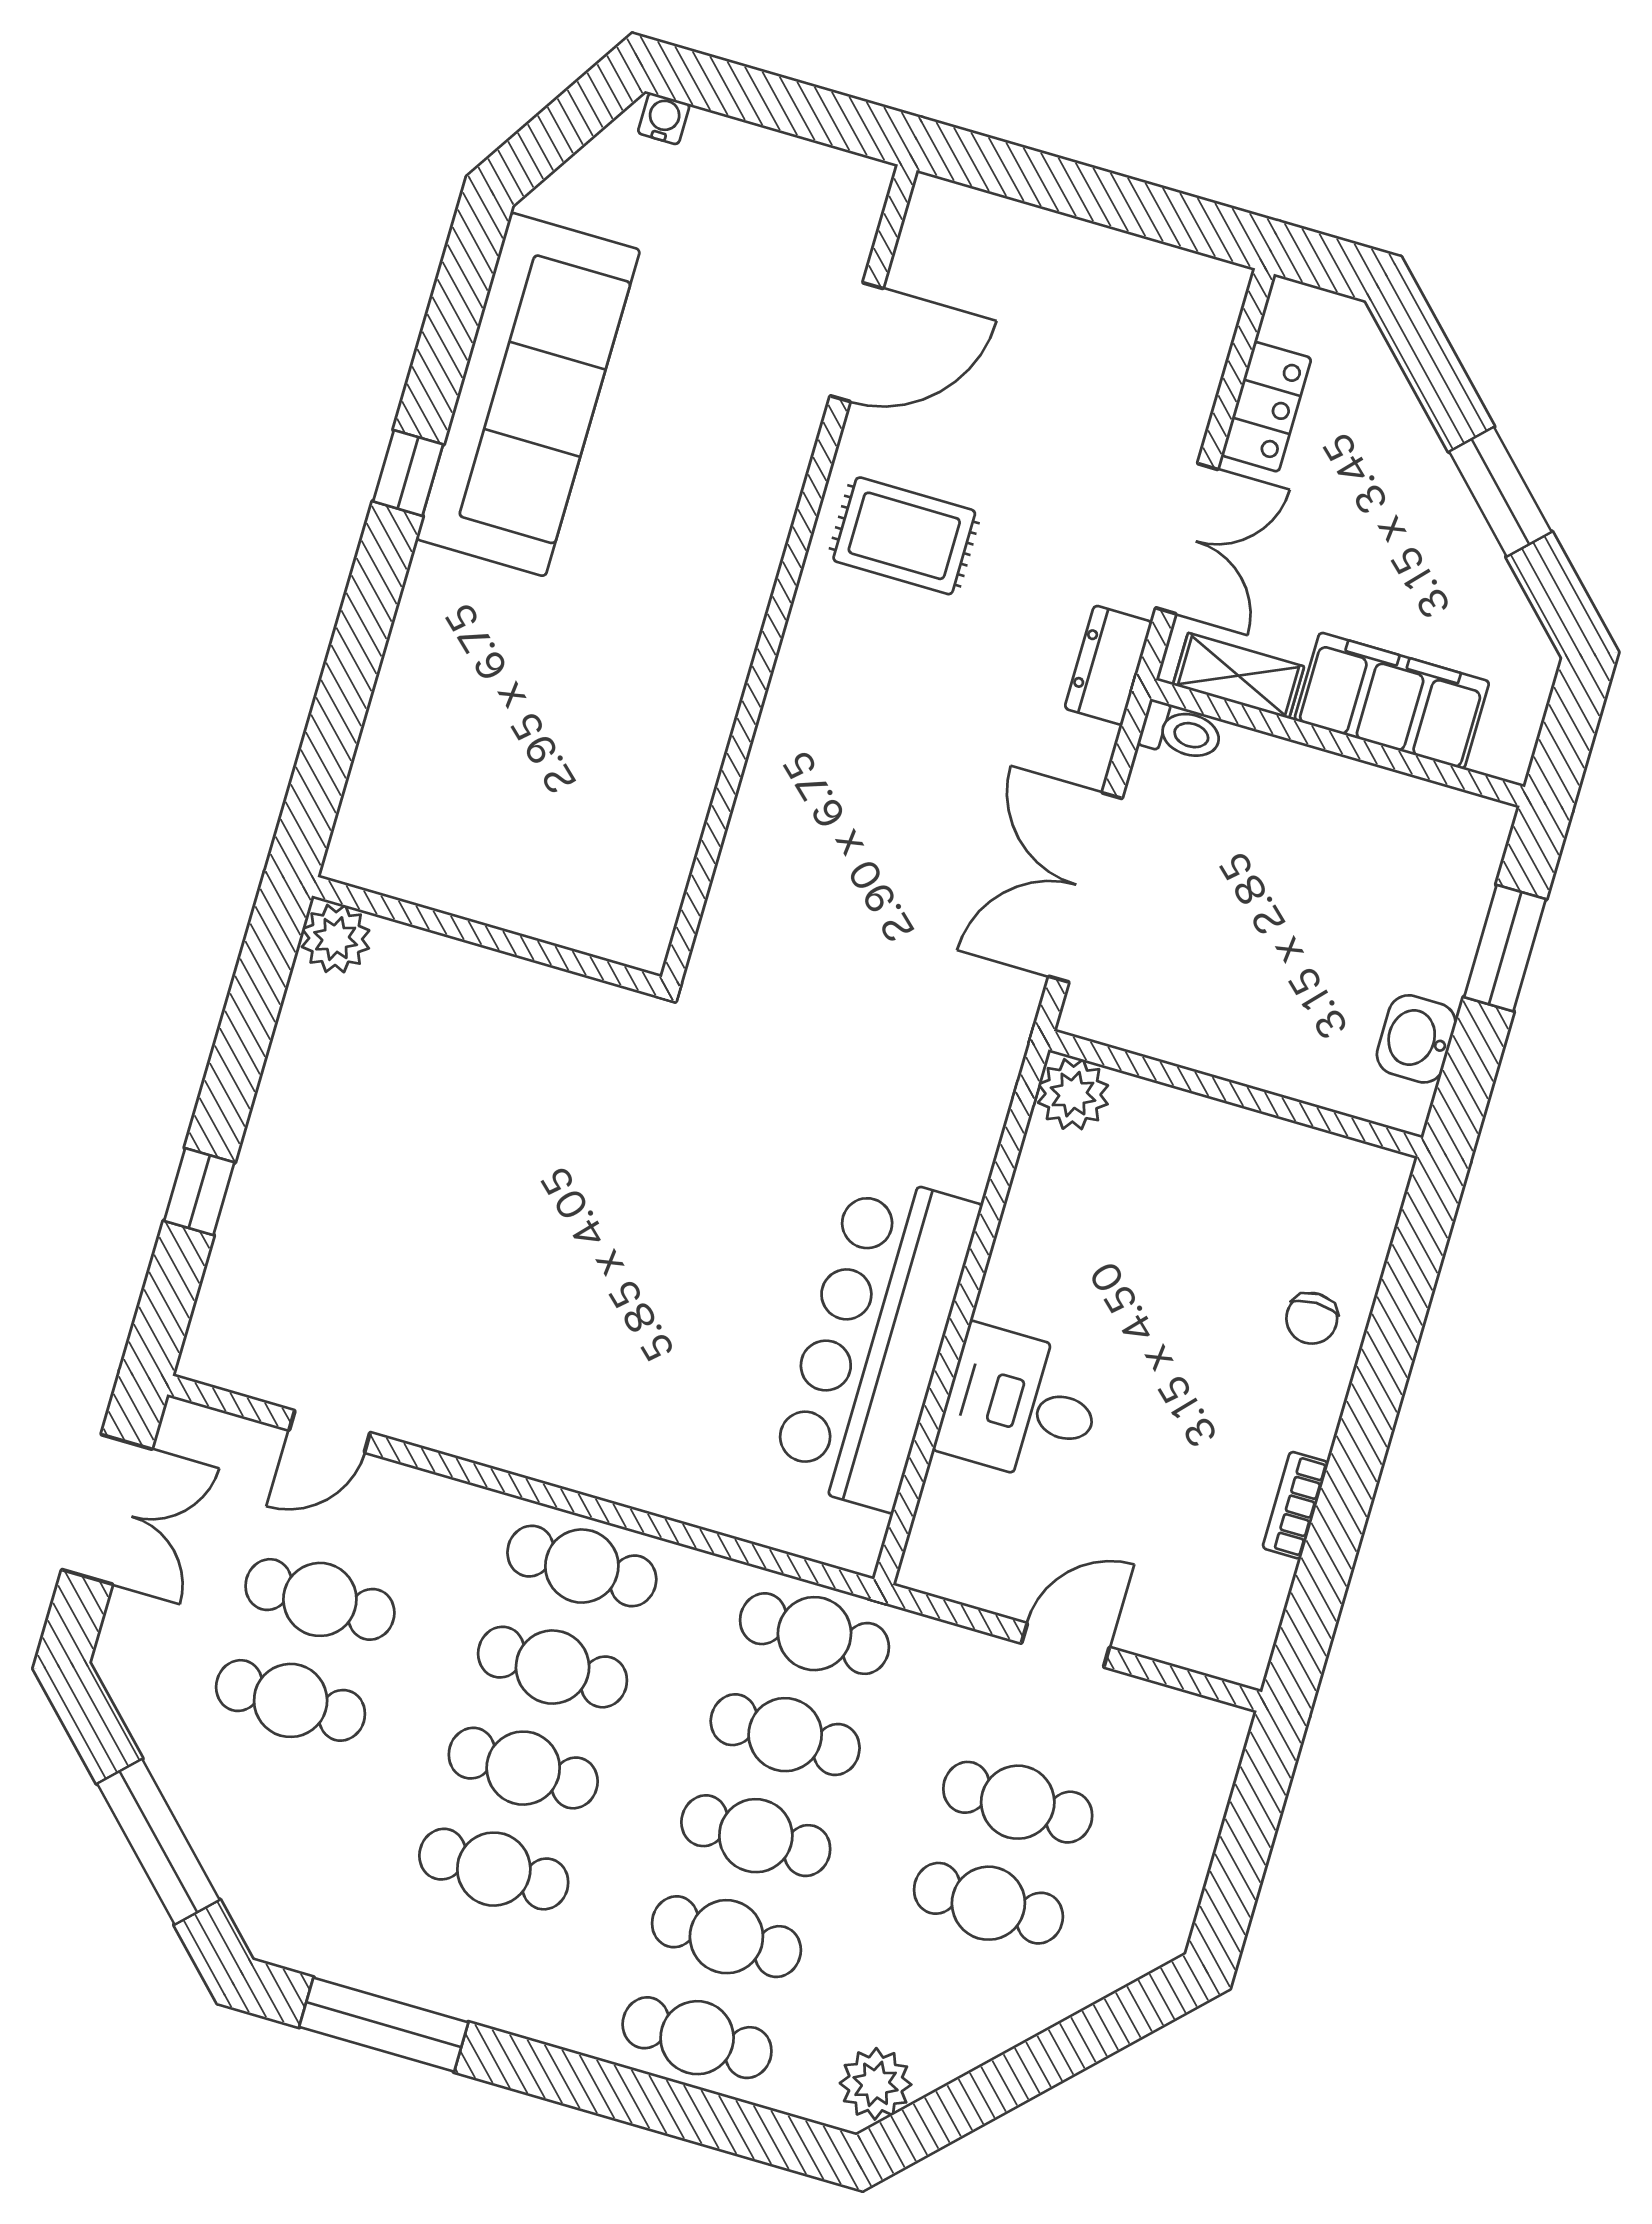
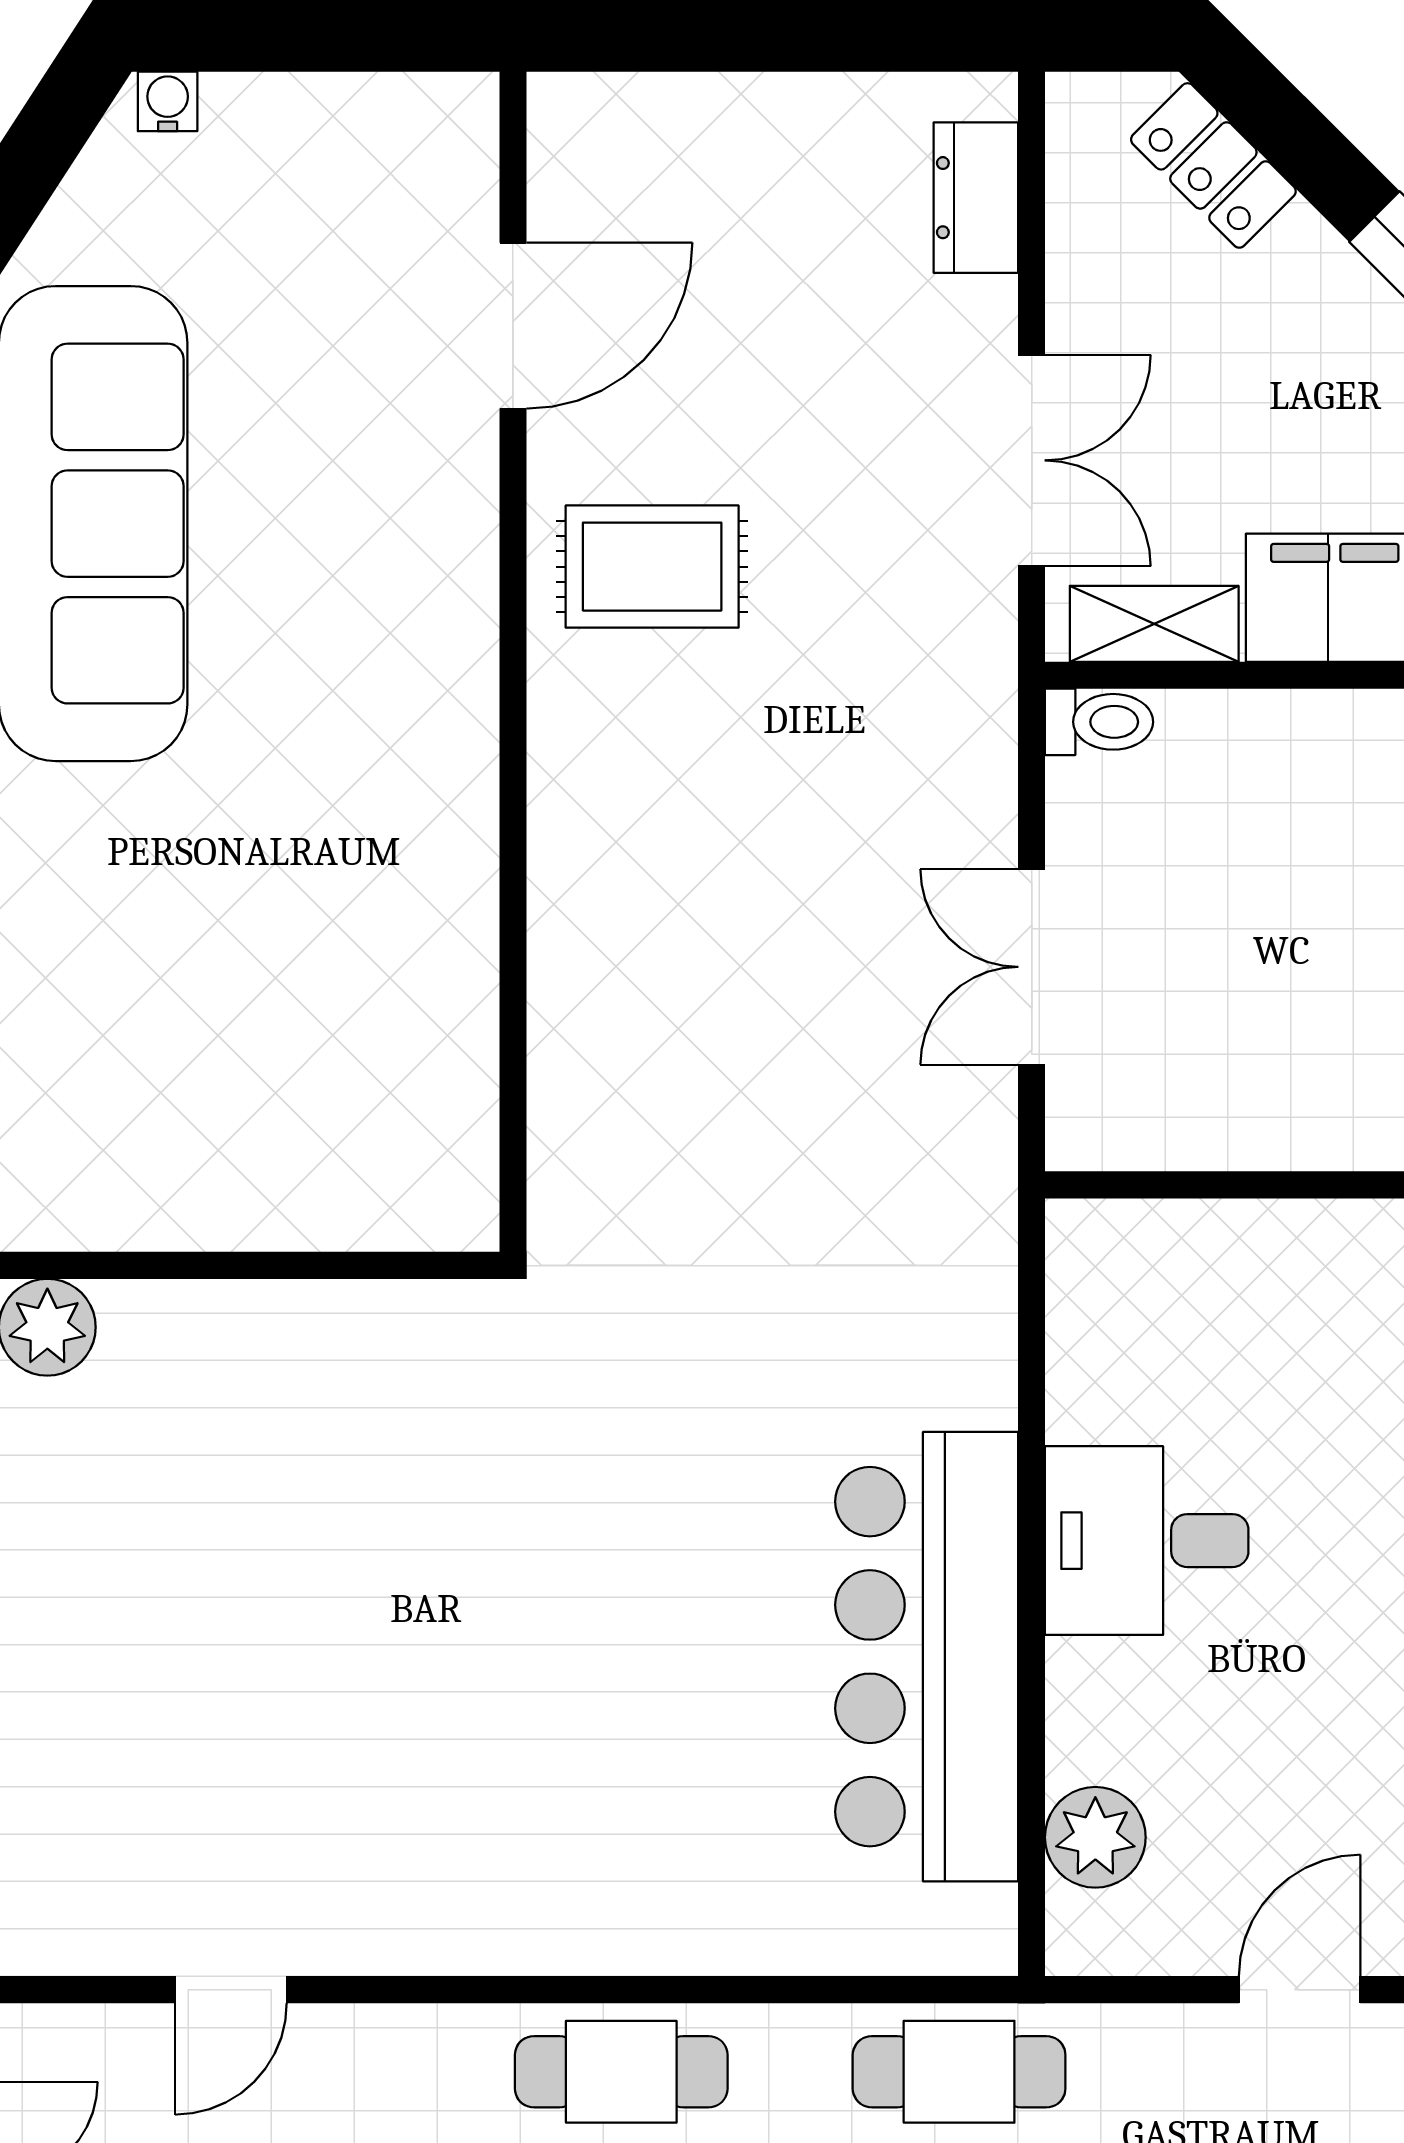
locker: (1266, 407) -> (1213, 165), moved, turned 135
dresser: (1108, 665) -> (976, 198), moved
double door: (1085, 887) -> (1032, 967), width x0.73
plant: (1073, 1094) -> (1095, 1837), moved
desk: (1021, 1405) -> (1147, 1541), moved

